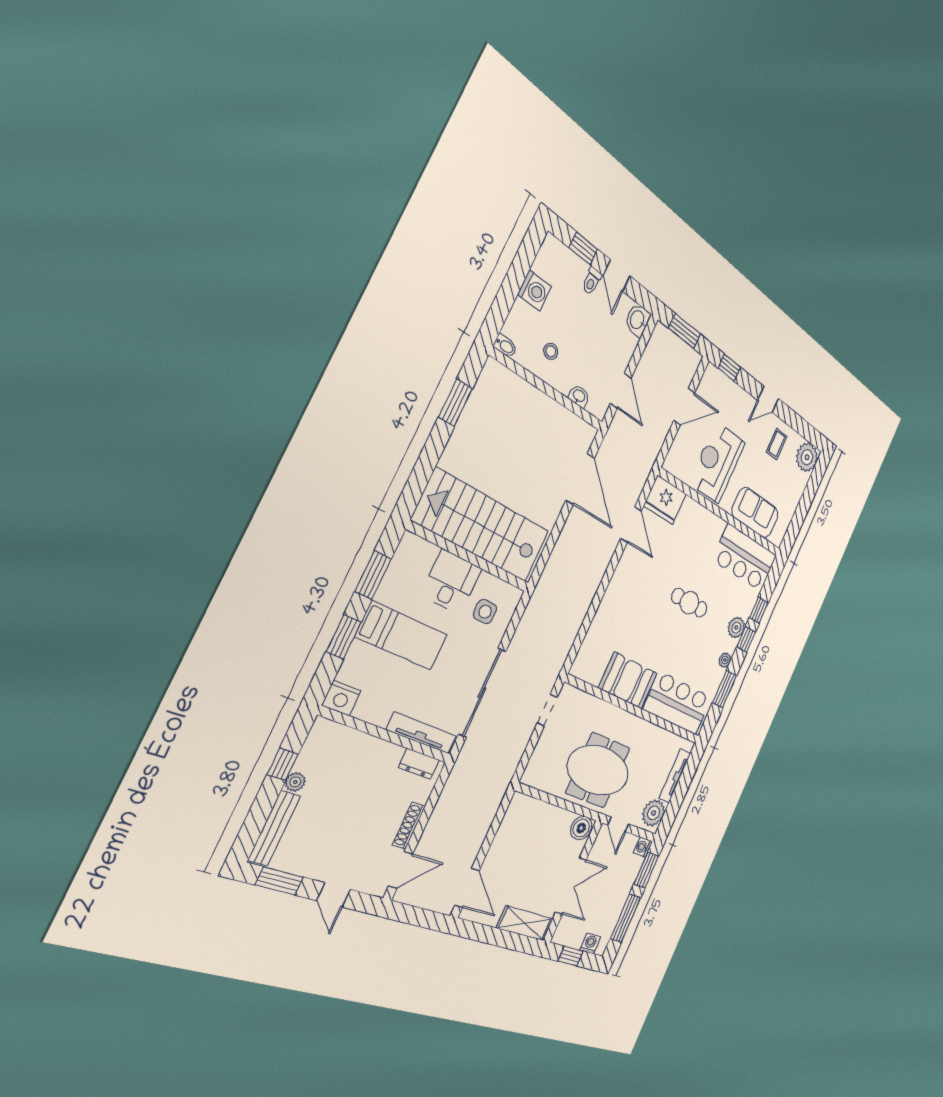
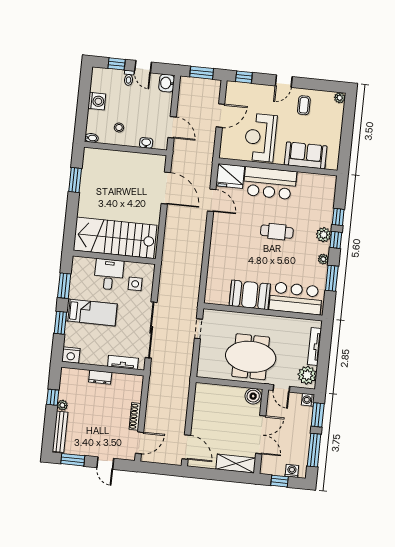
plant: (807, 457) -> (340, 98), width x0.53, depth x0.53
bar counter: (745, 558) -> (270, 183), moved
tv unit: (422, 733) -> (123, 362), width x0.71
dresser: (419, 764) -> (100, 377), moved

